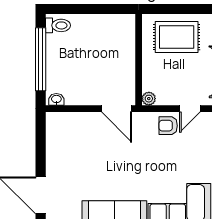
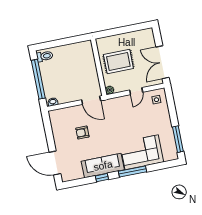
rug: (177, 37) -> (118, 62), moved
armchair: (168, 126) -> (82, 133), moved

